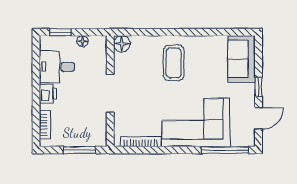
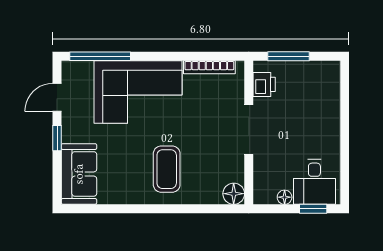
desk: (57, 67) -> (314, 182), moved, turned 90
printer: (48, 94) -> (264, 84), moved, turned 180
bookcase: (45, 125) -> (333, 89), removed

